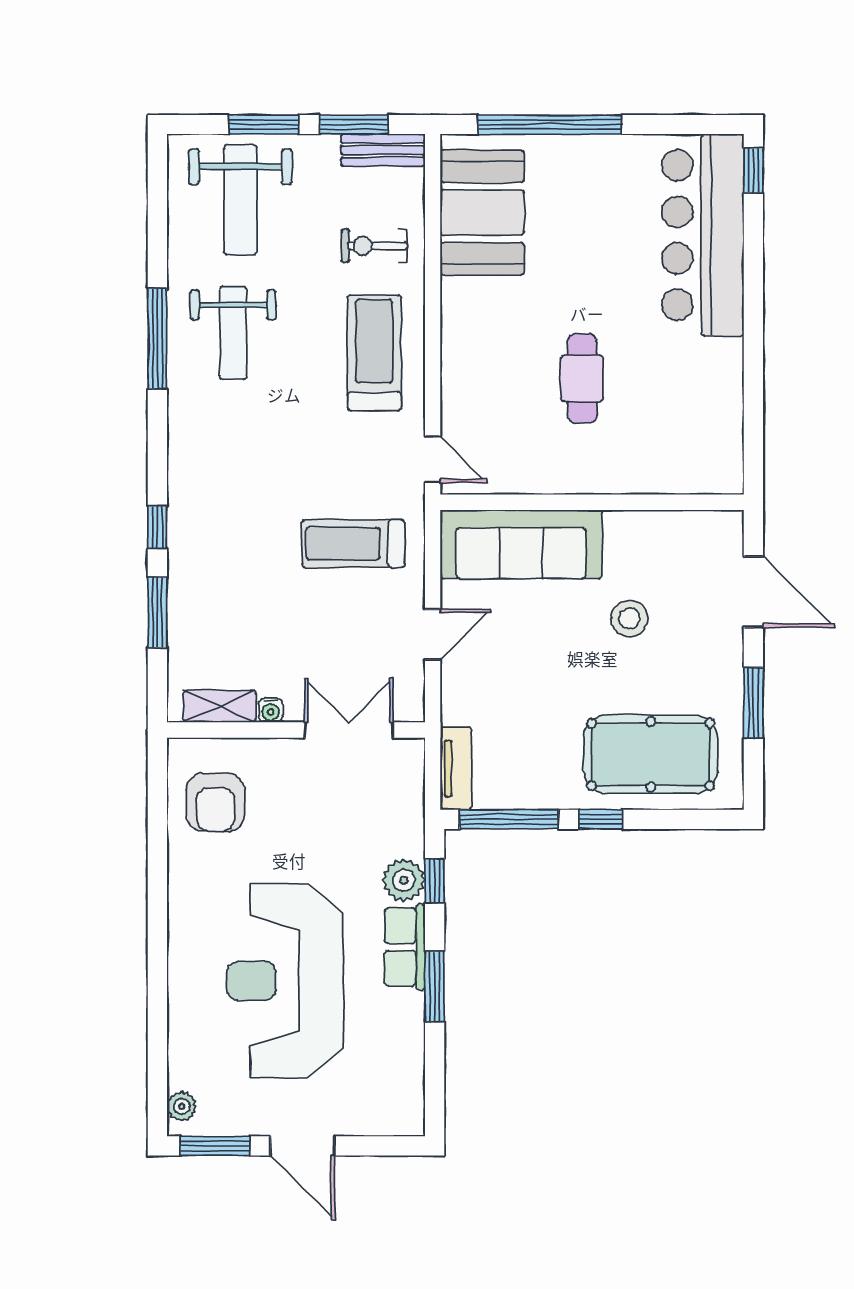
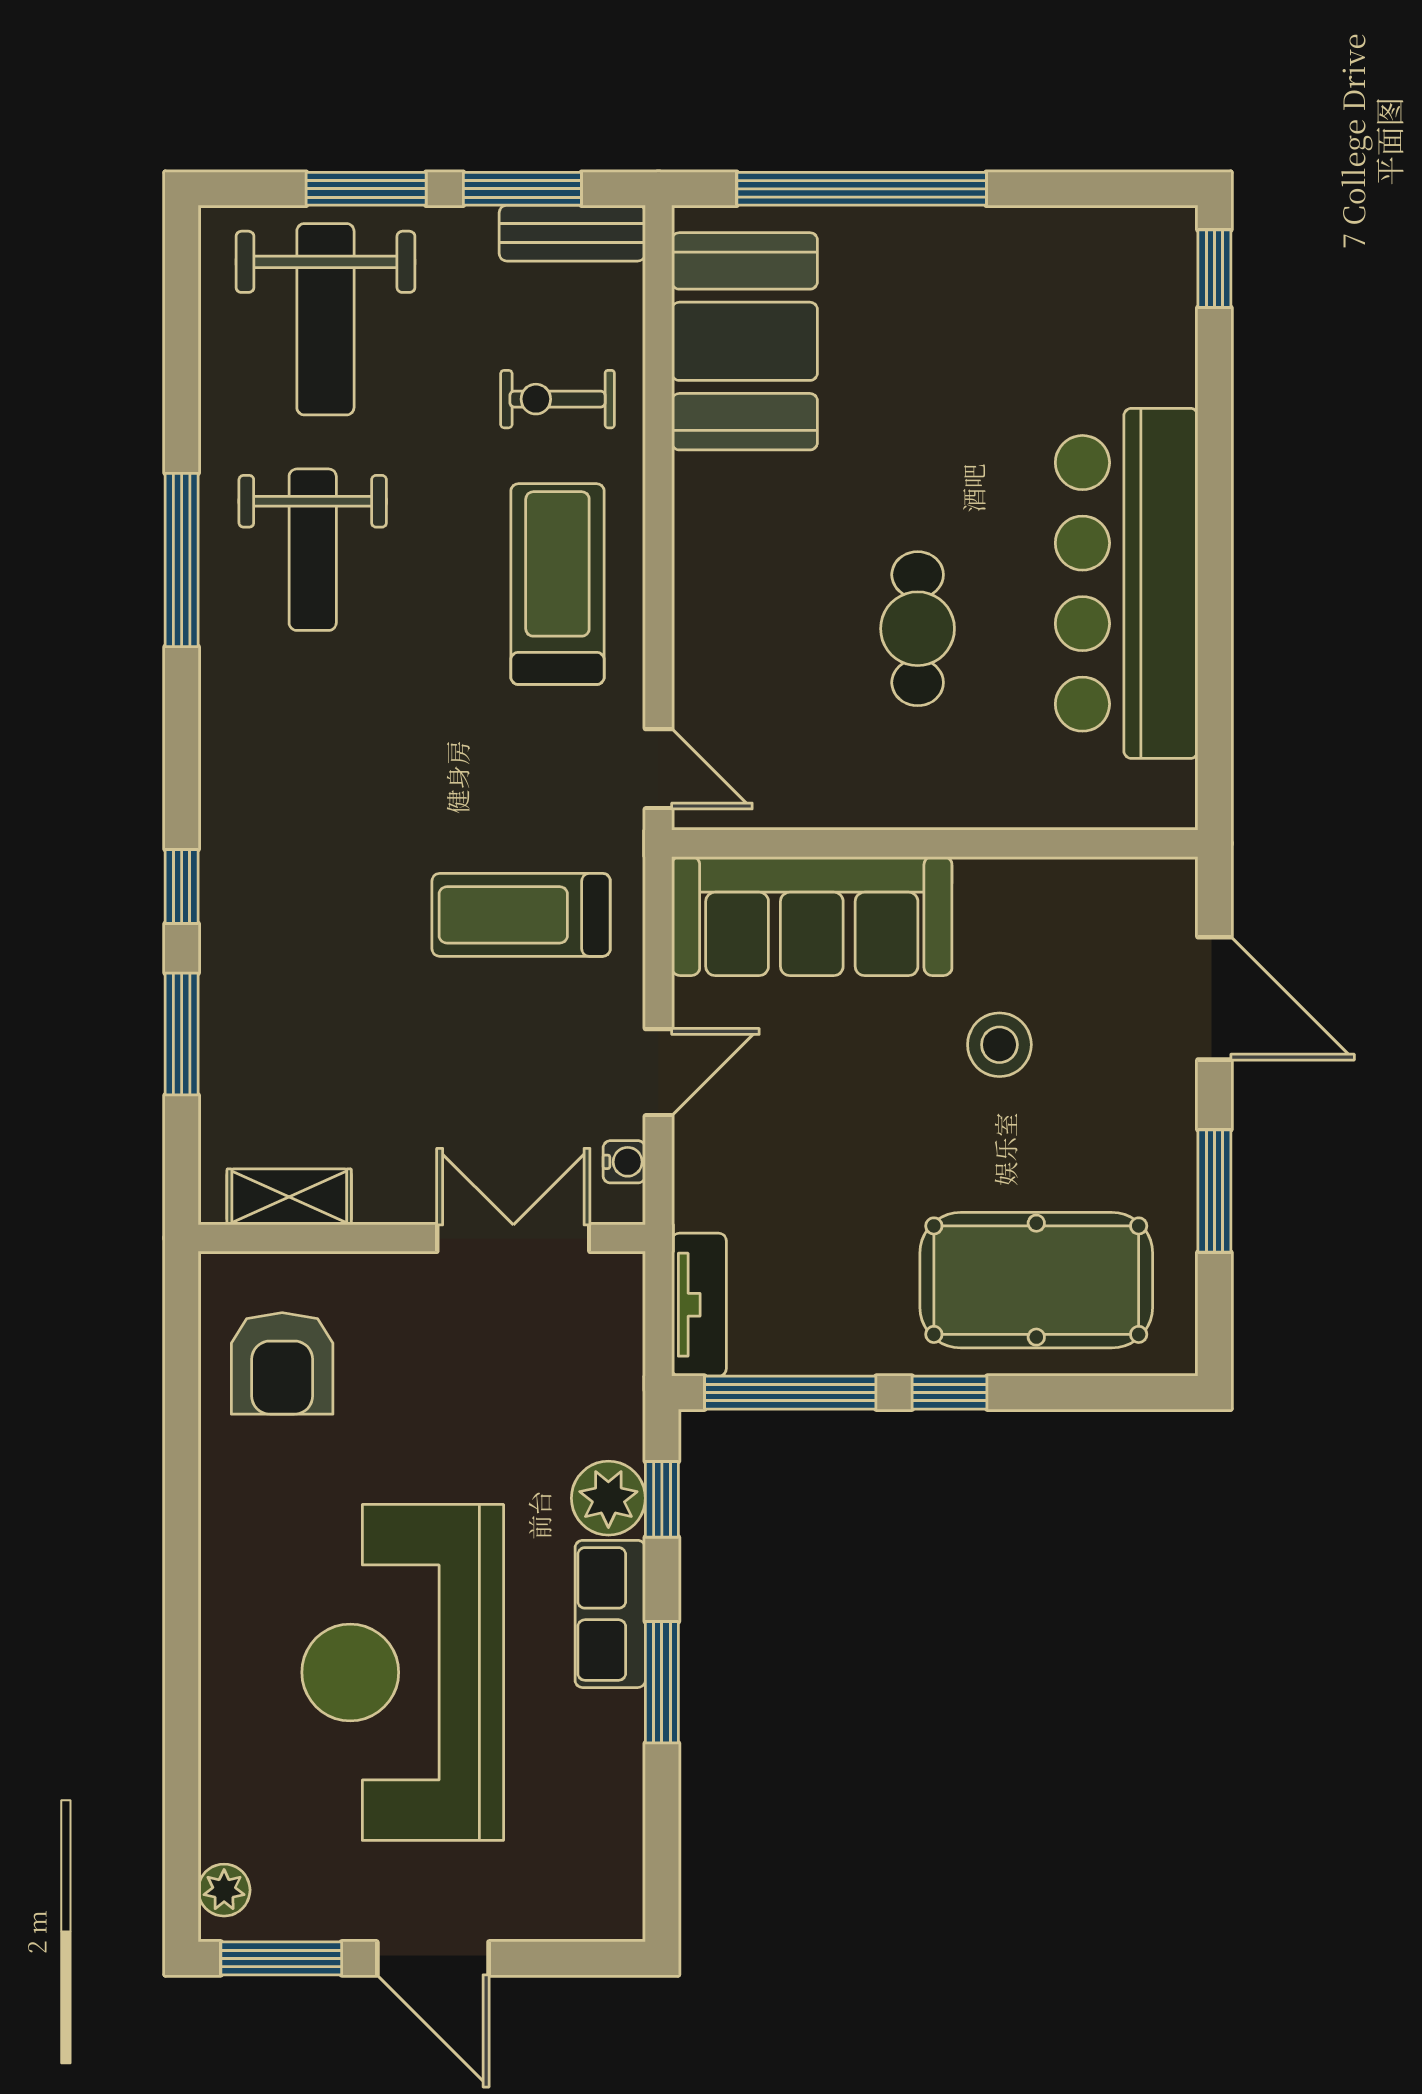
bar counter: (703, 235) -> (1127, 583), moved
water cooler: (271, 710) -> (624, 1162), moved, turned -90

